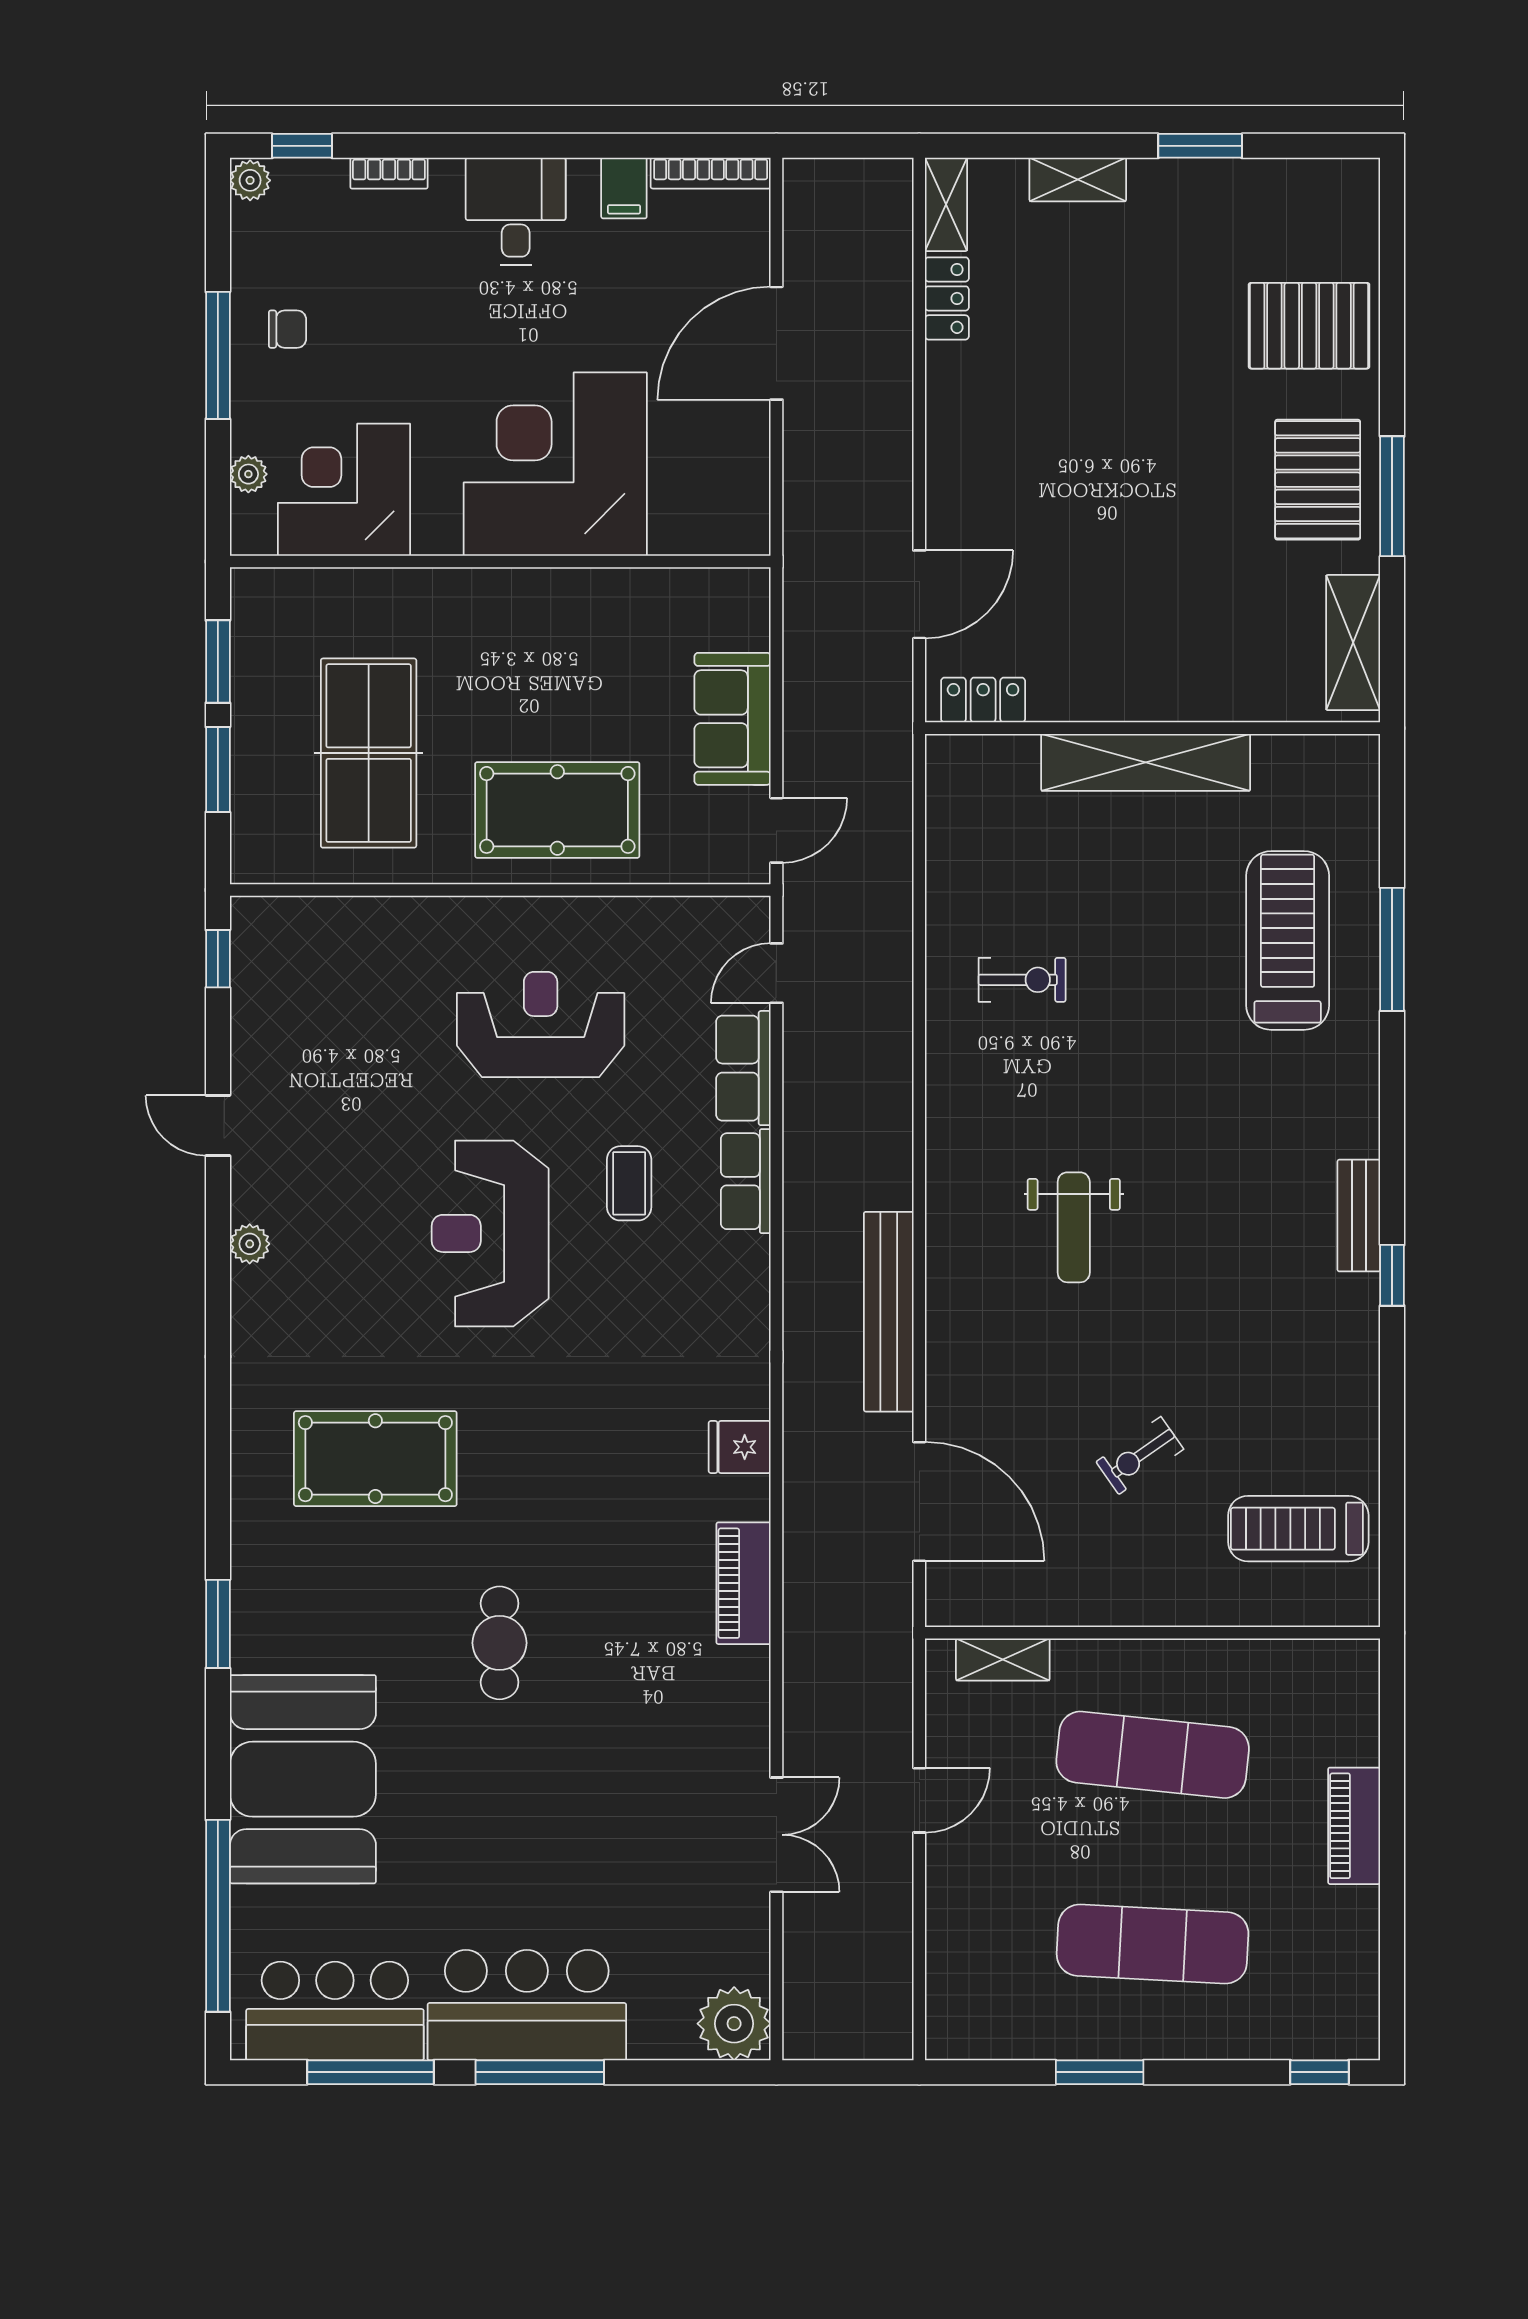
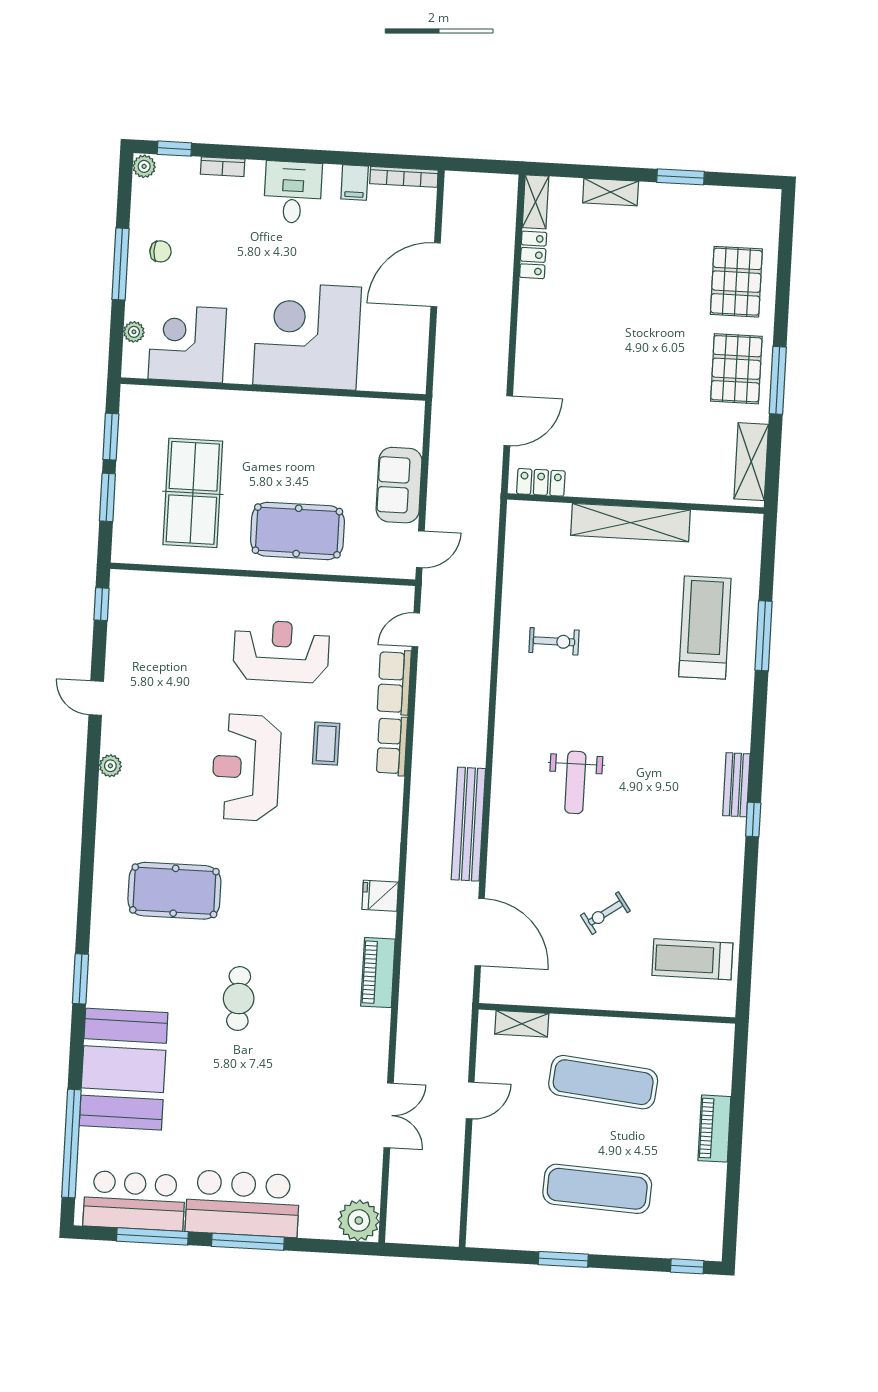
pallet: (1309, 326) -> (736, 282), turned 90

